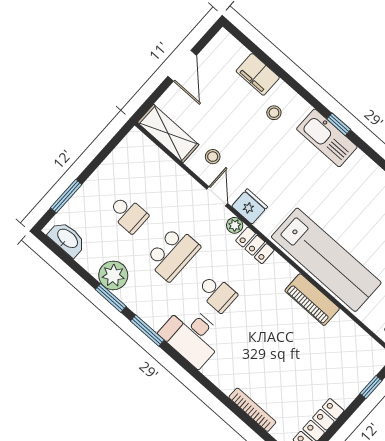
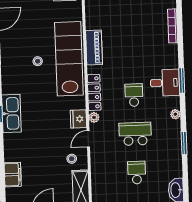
stool: (274, 113) -> (38, 61), moved
locker: (255, 245) -> (94, 92), width x1.53
plant: (113, 275) -> (175, 114), moved, width x0.53, depth x0.53
window: (147, 331) -> (182, 81), moved
desk: (192, 336) -> (165, 83), width x0.73

